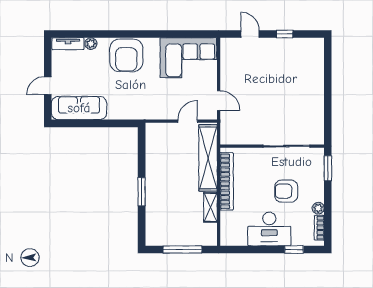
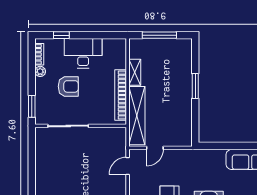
door: (219, 101) -> (128, 166), hinge flipped

